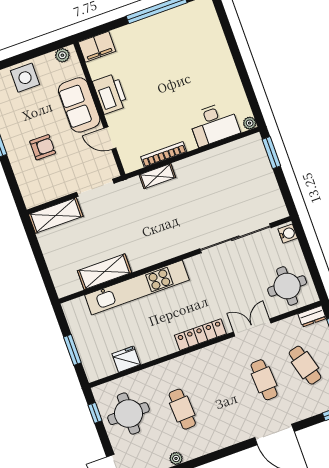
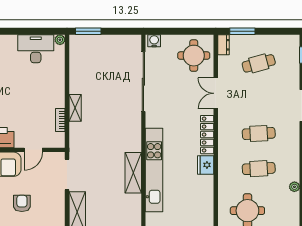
desk: (214, 124) -> (36, 49), moved, turned -90
bookcase: (164, 154) -> (60, 120), width x0.64
shelving: (157, 176) -> (75, 108), moved
shelving: (104, 272) -> (133, 173), moved
fridge: (126, 359) -> (206, 165), moved
cafe table: (264, 380) -> (259, 134), moved

